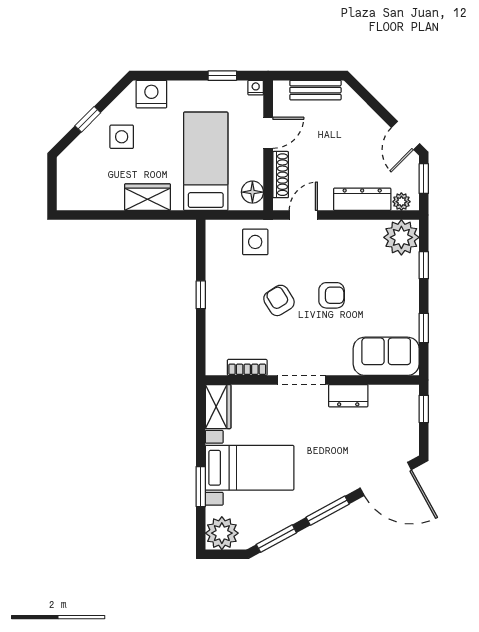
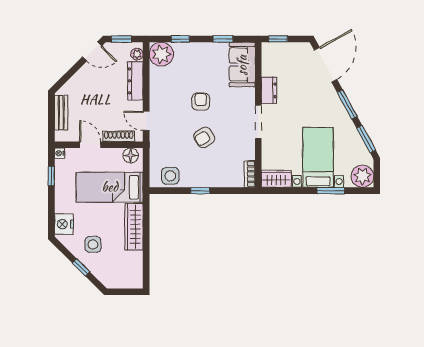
wardrobe: (147, 197) -> (134, 227), width x1.50
side table: (255, 242) -> (170, 176), moved
bookcase: (247, 367) -> (250, 174), moved

